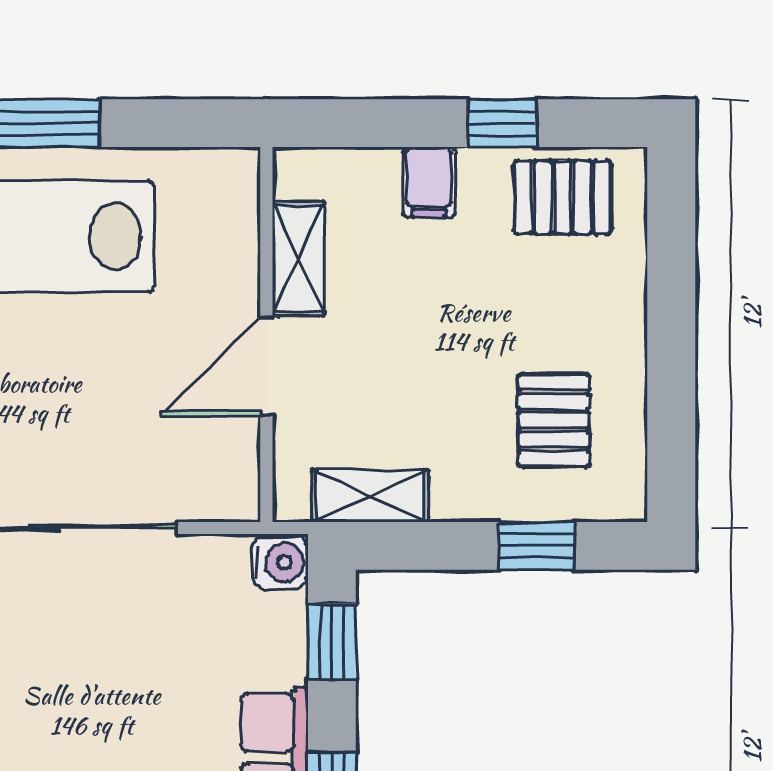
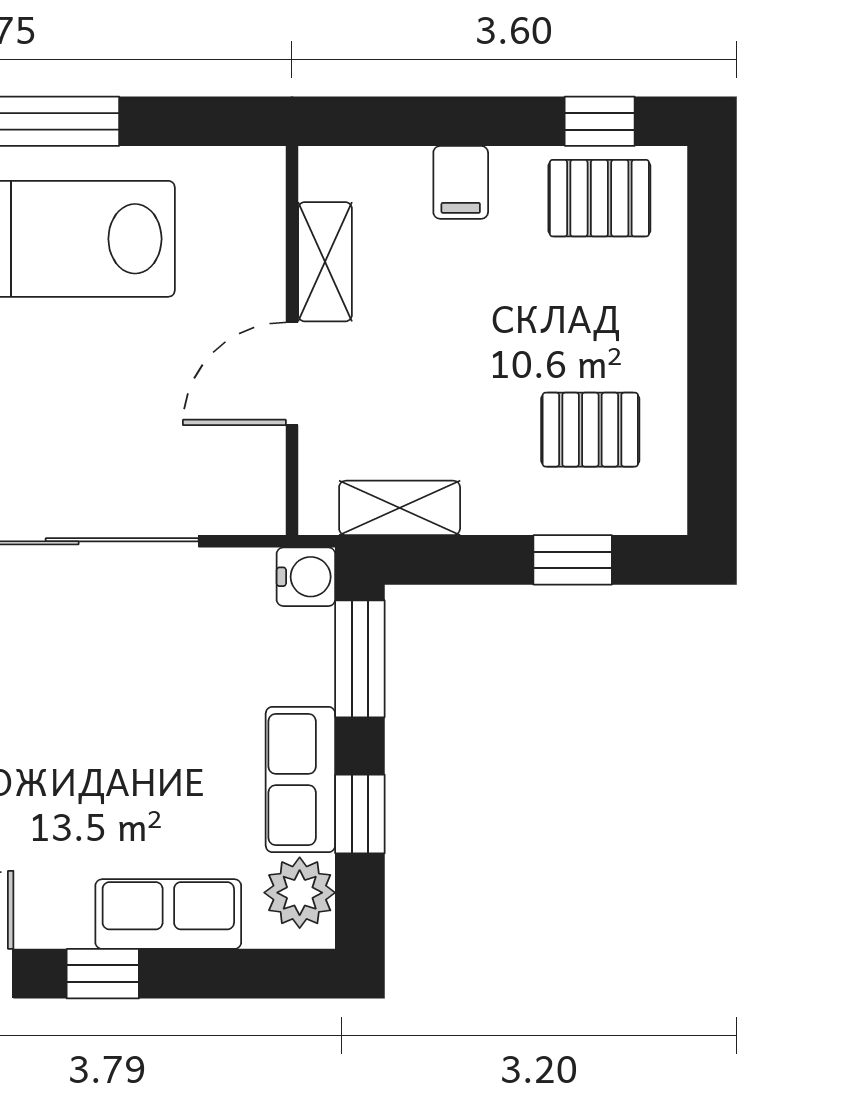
window: (502, 123) -> (600, 121), moved
pallet: (554, 420) -> (590, 430), turned 90
window: (332, 641) -> (360, 659), width x1.50

